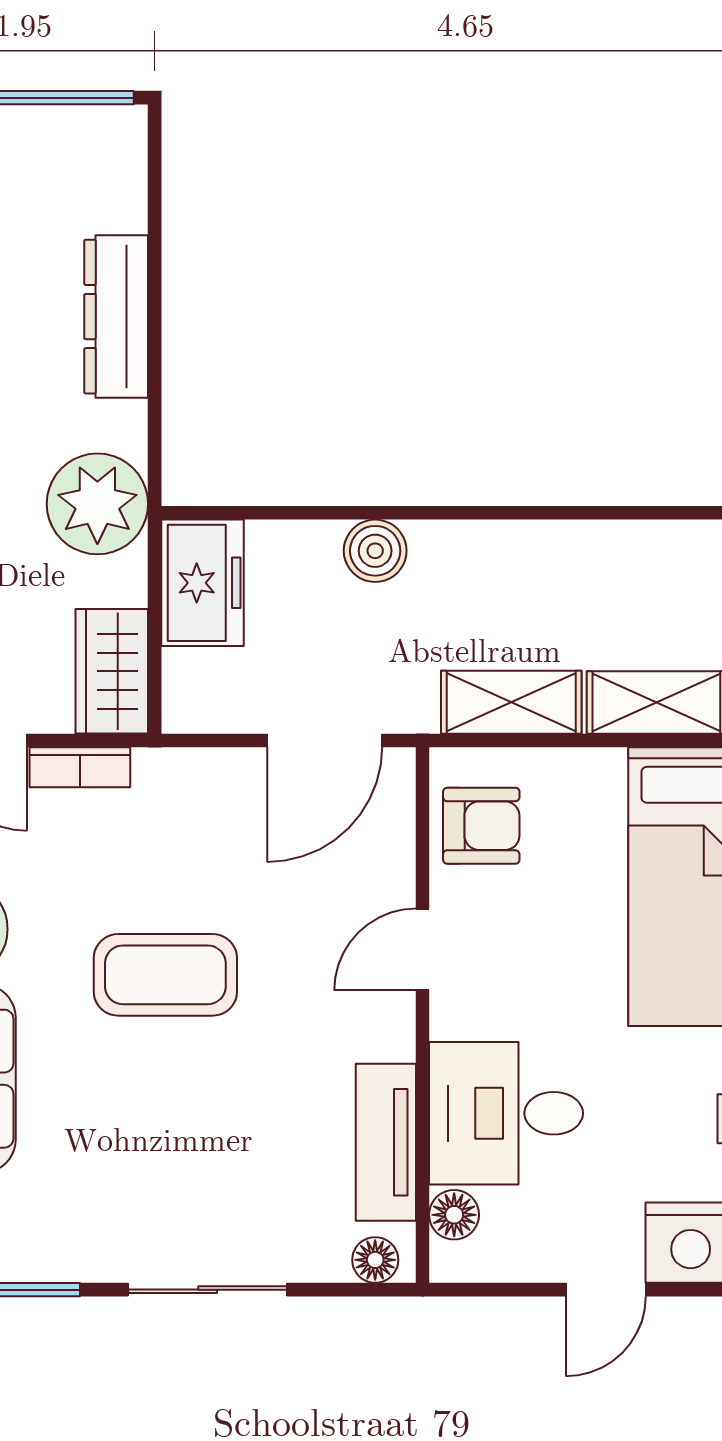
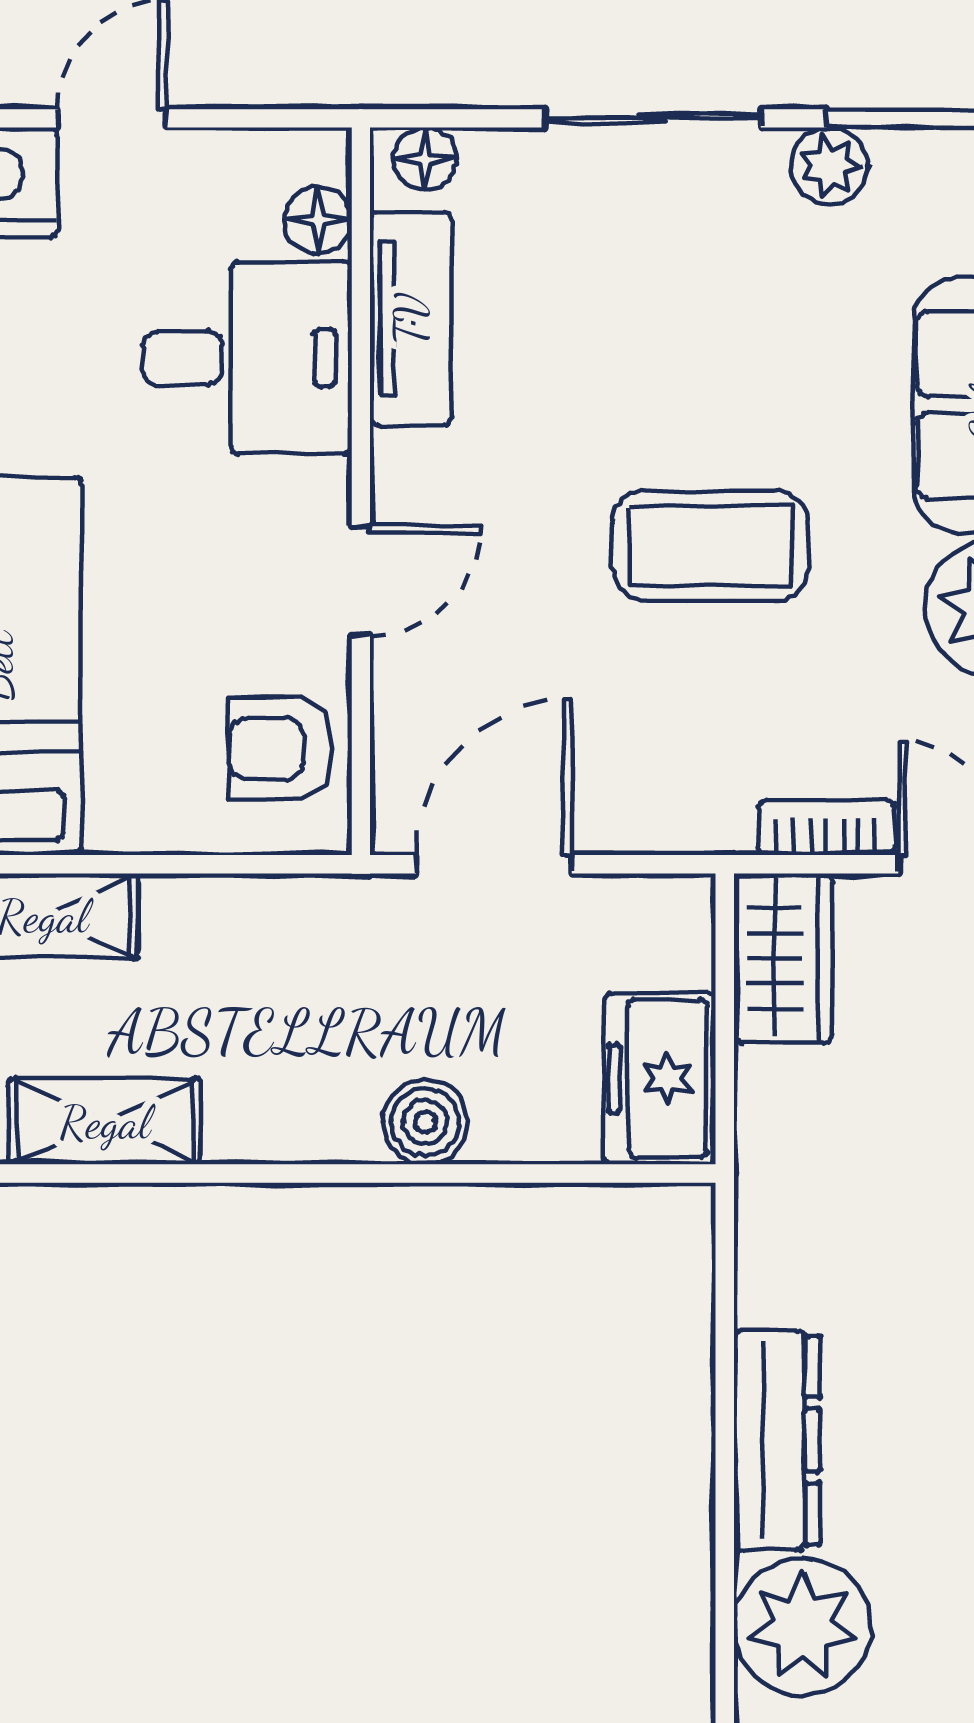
plant: (97, 504) -> (802, 1627), moved
shelving: (511, 702) -> (105, 1122), moved
plant: (77, 1255) -> (830, 166), added

